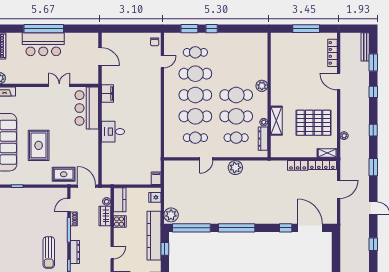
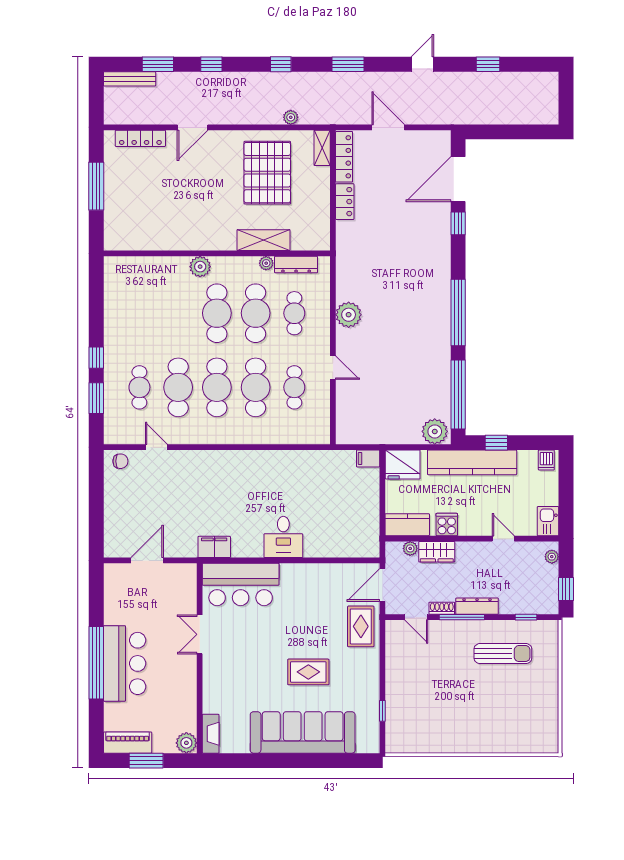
rug: (39, 145) -> (308, 672), width x0.73, depth x0.70
fridge: (155, 197) -> (403, 465), width x1.88, depth x1.34
dresser: (75, 252) -> (477, 606), moved

